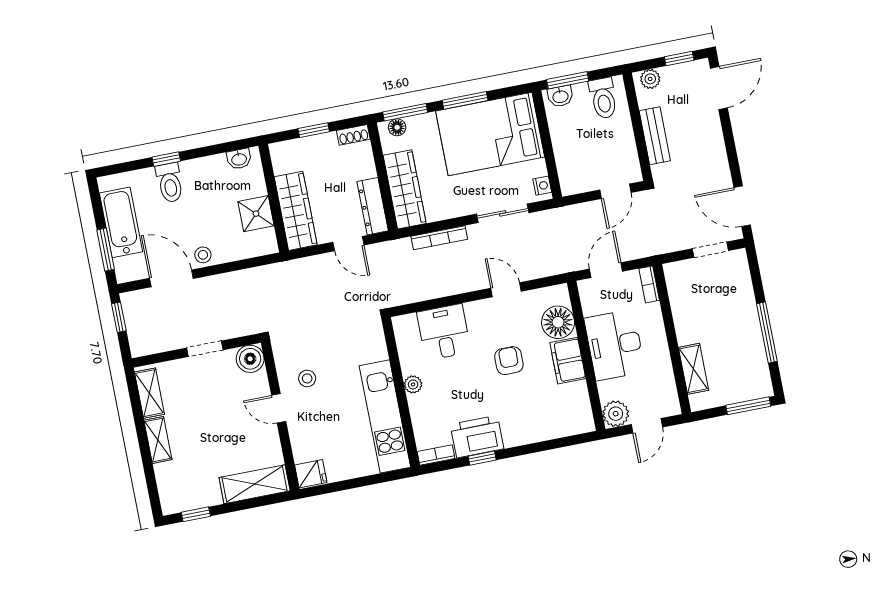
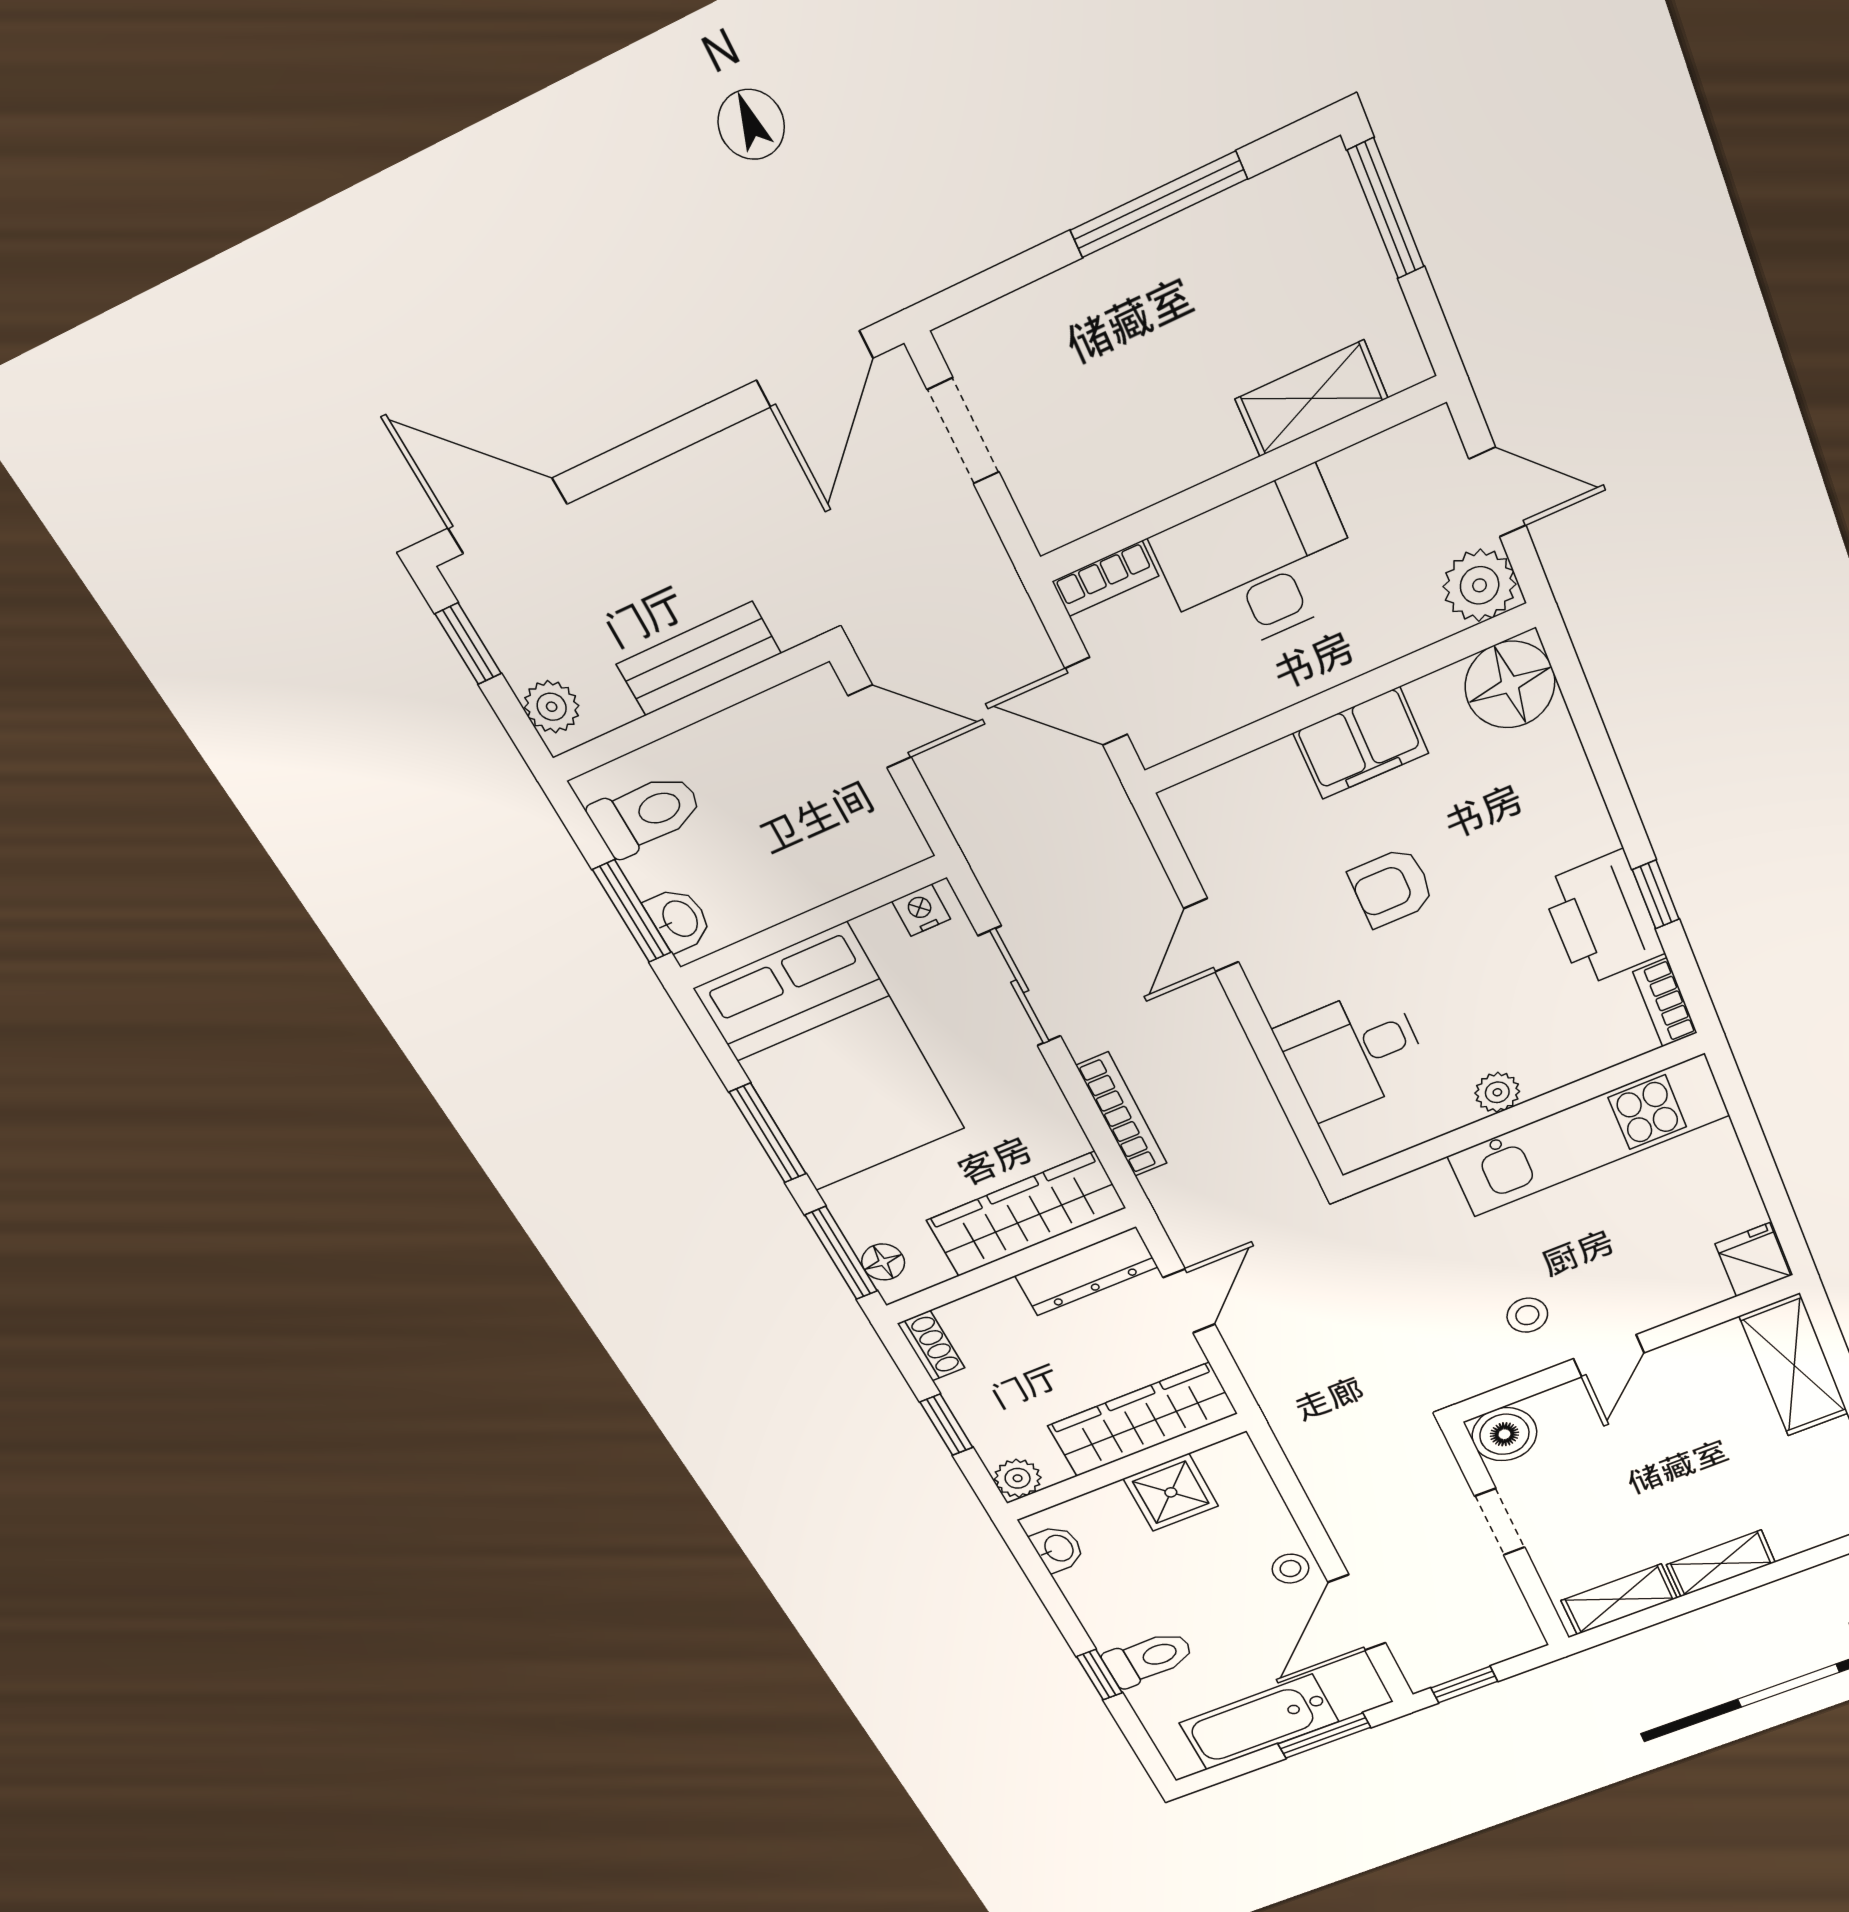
plant: (280, 152) -> (1018, 1478), added
floor lamp: (558, 322) -> (1510, 685), moved
desk: (615, 345) -> (1259, 565), moved, turned 180

